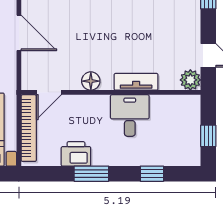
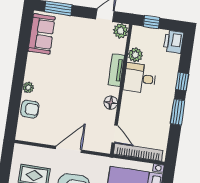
plant: (161, 105) -> (135, 55), added
window: (208, 136) -> (151, 22), moved
printer: (76, 154) -> (173, 42), moved
window: (152, 174) -> (182, 82), moved

